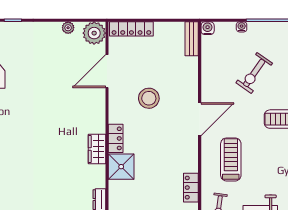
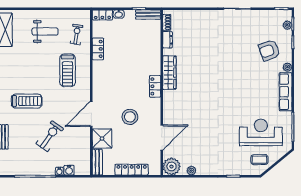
water cooler: (208, 28) -> (69, 170), moved
locker: (131, 29) -> (132, 170), moved
door: (200, 119) -> (91, 114), moved
wardrobe: (97, 149) -> (169, 73), width x1.50
shower: (121, 167) -> (102, 139), moved

